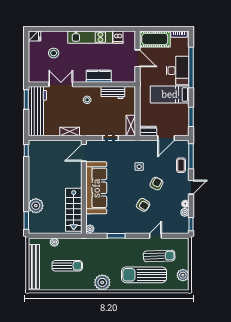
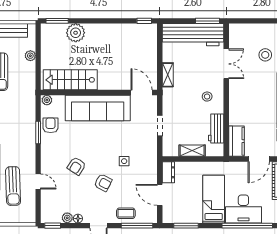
kitchen counter: (99, 76) -> (236, 141), moved
shelving: (131, 125) -> (192, 151), moved
armchair: (110, 226) -> (51, 125), added

